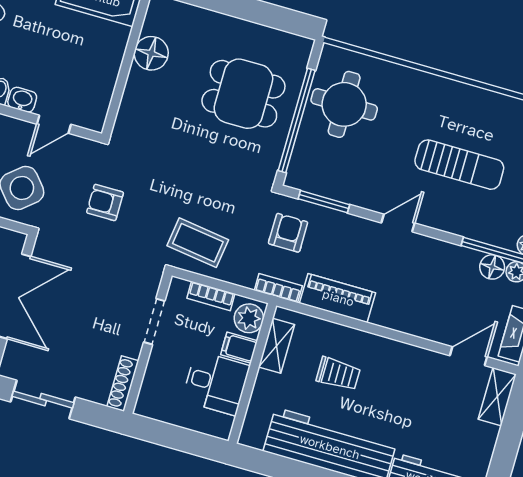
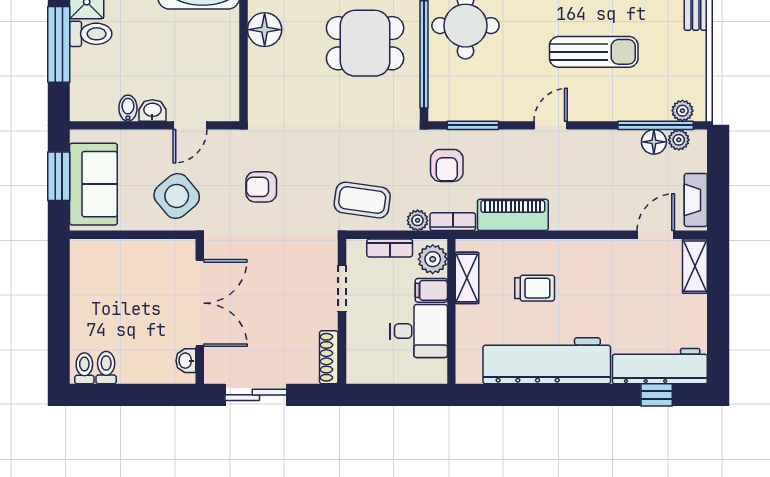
armchair: (288, 233) -> (447, 165), turned 180
plant: (245, 277) -> (418, 220), added

